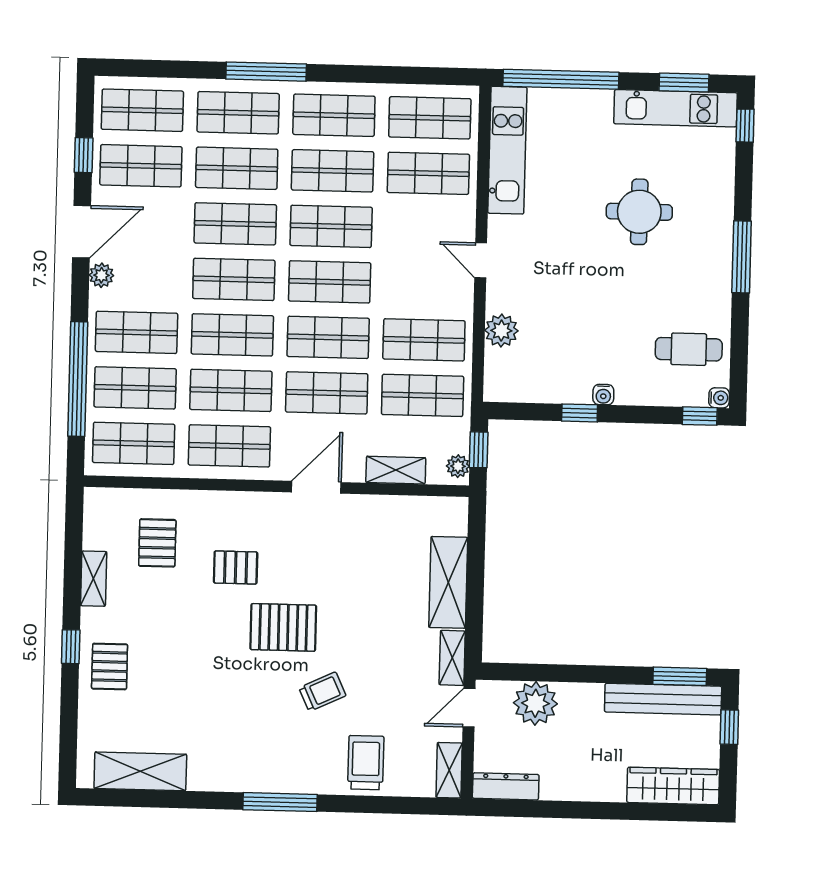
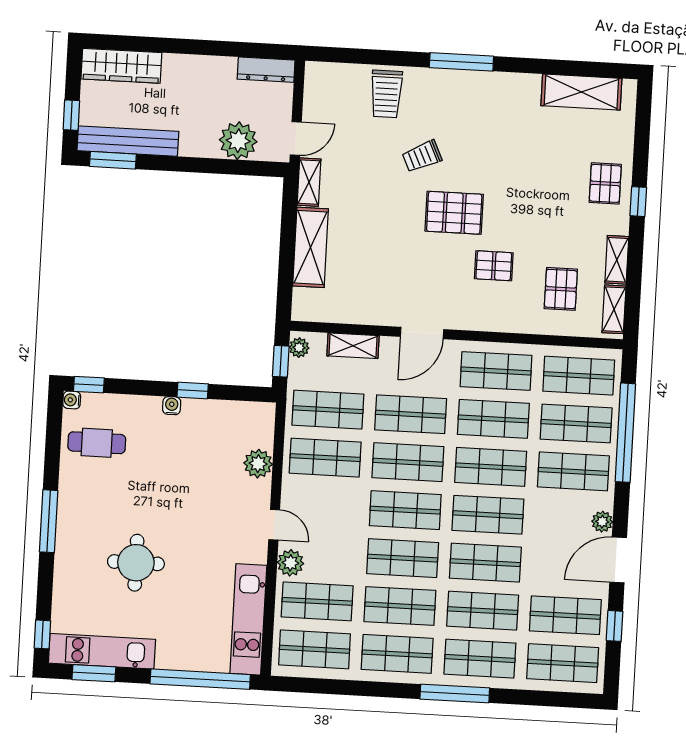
plant: (461, 217) -> (290, 563), added
shelving: (449, 770) -> (614, 309), moved

